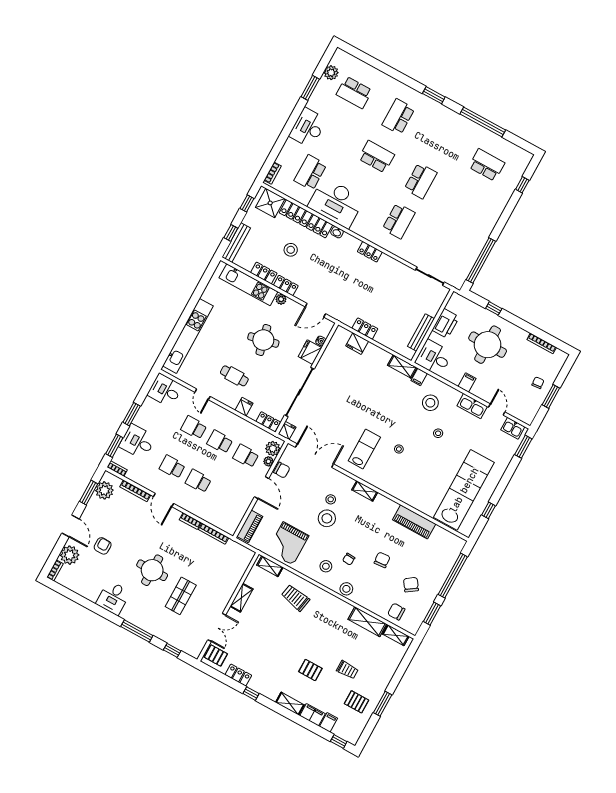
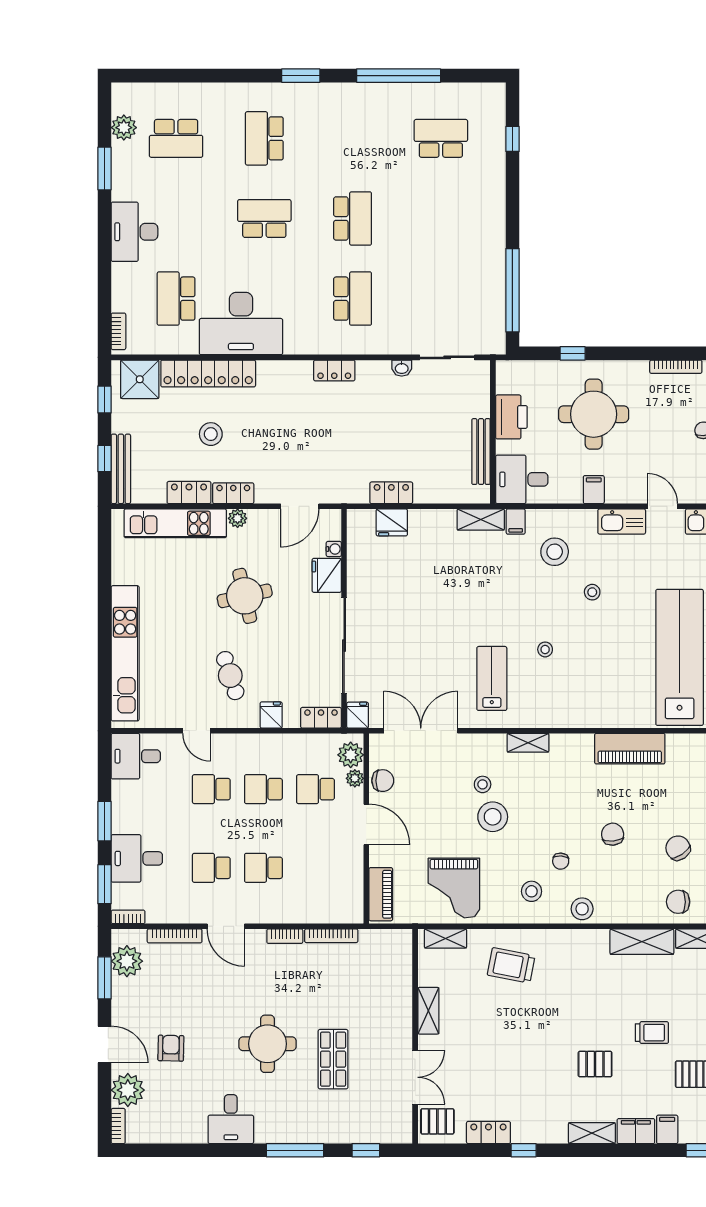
washbasin: (337, 232) -> (402, 368), moved
cafe table: (234, 376) -> (230, 676), turned 72

